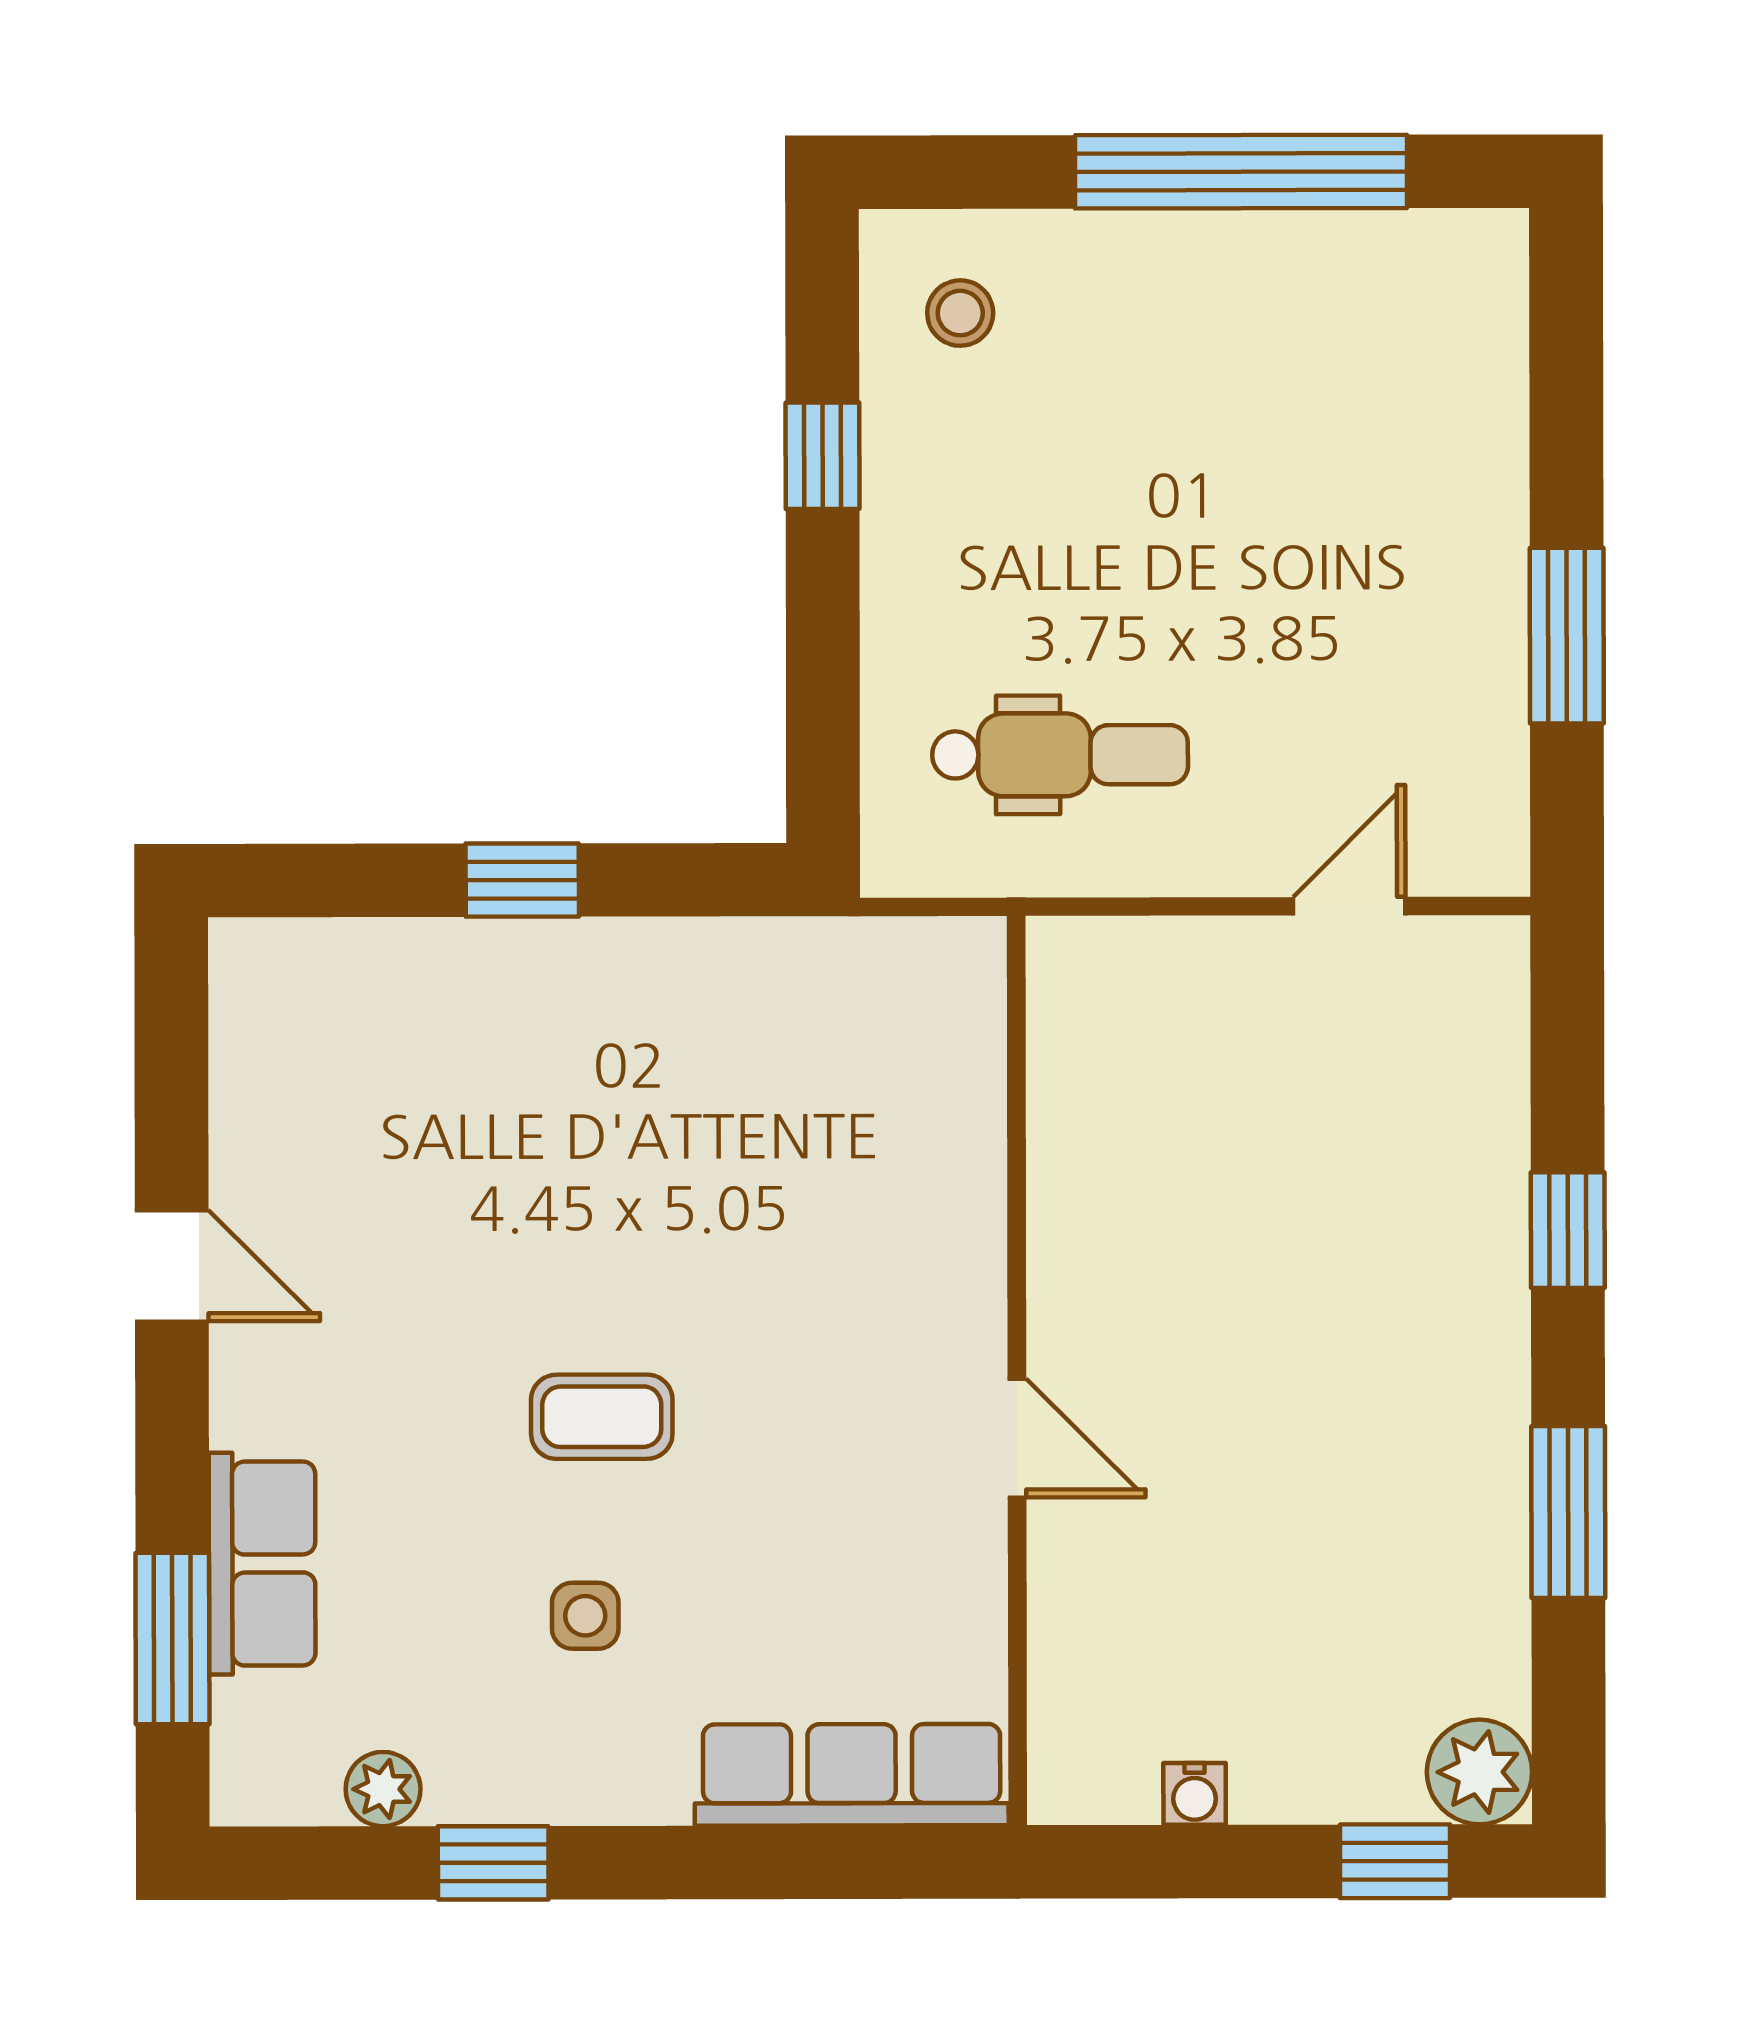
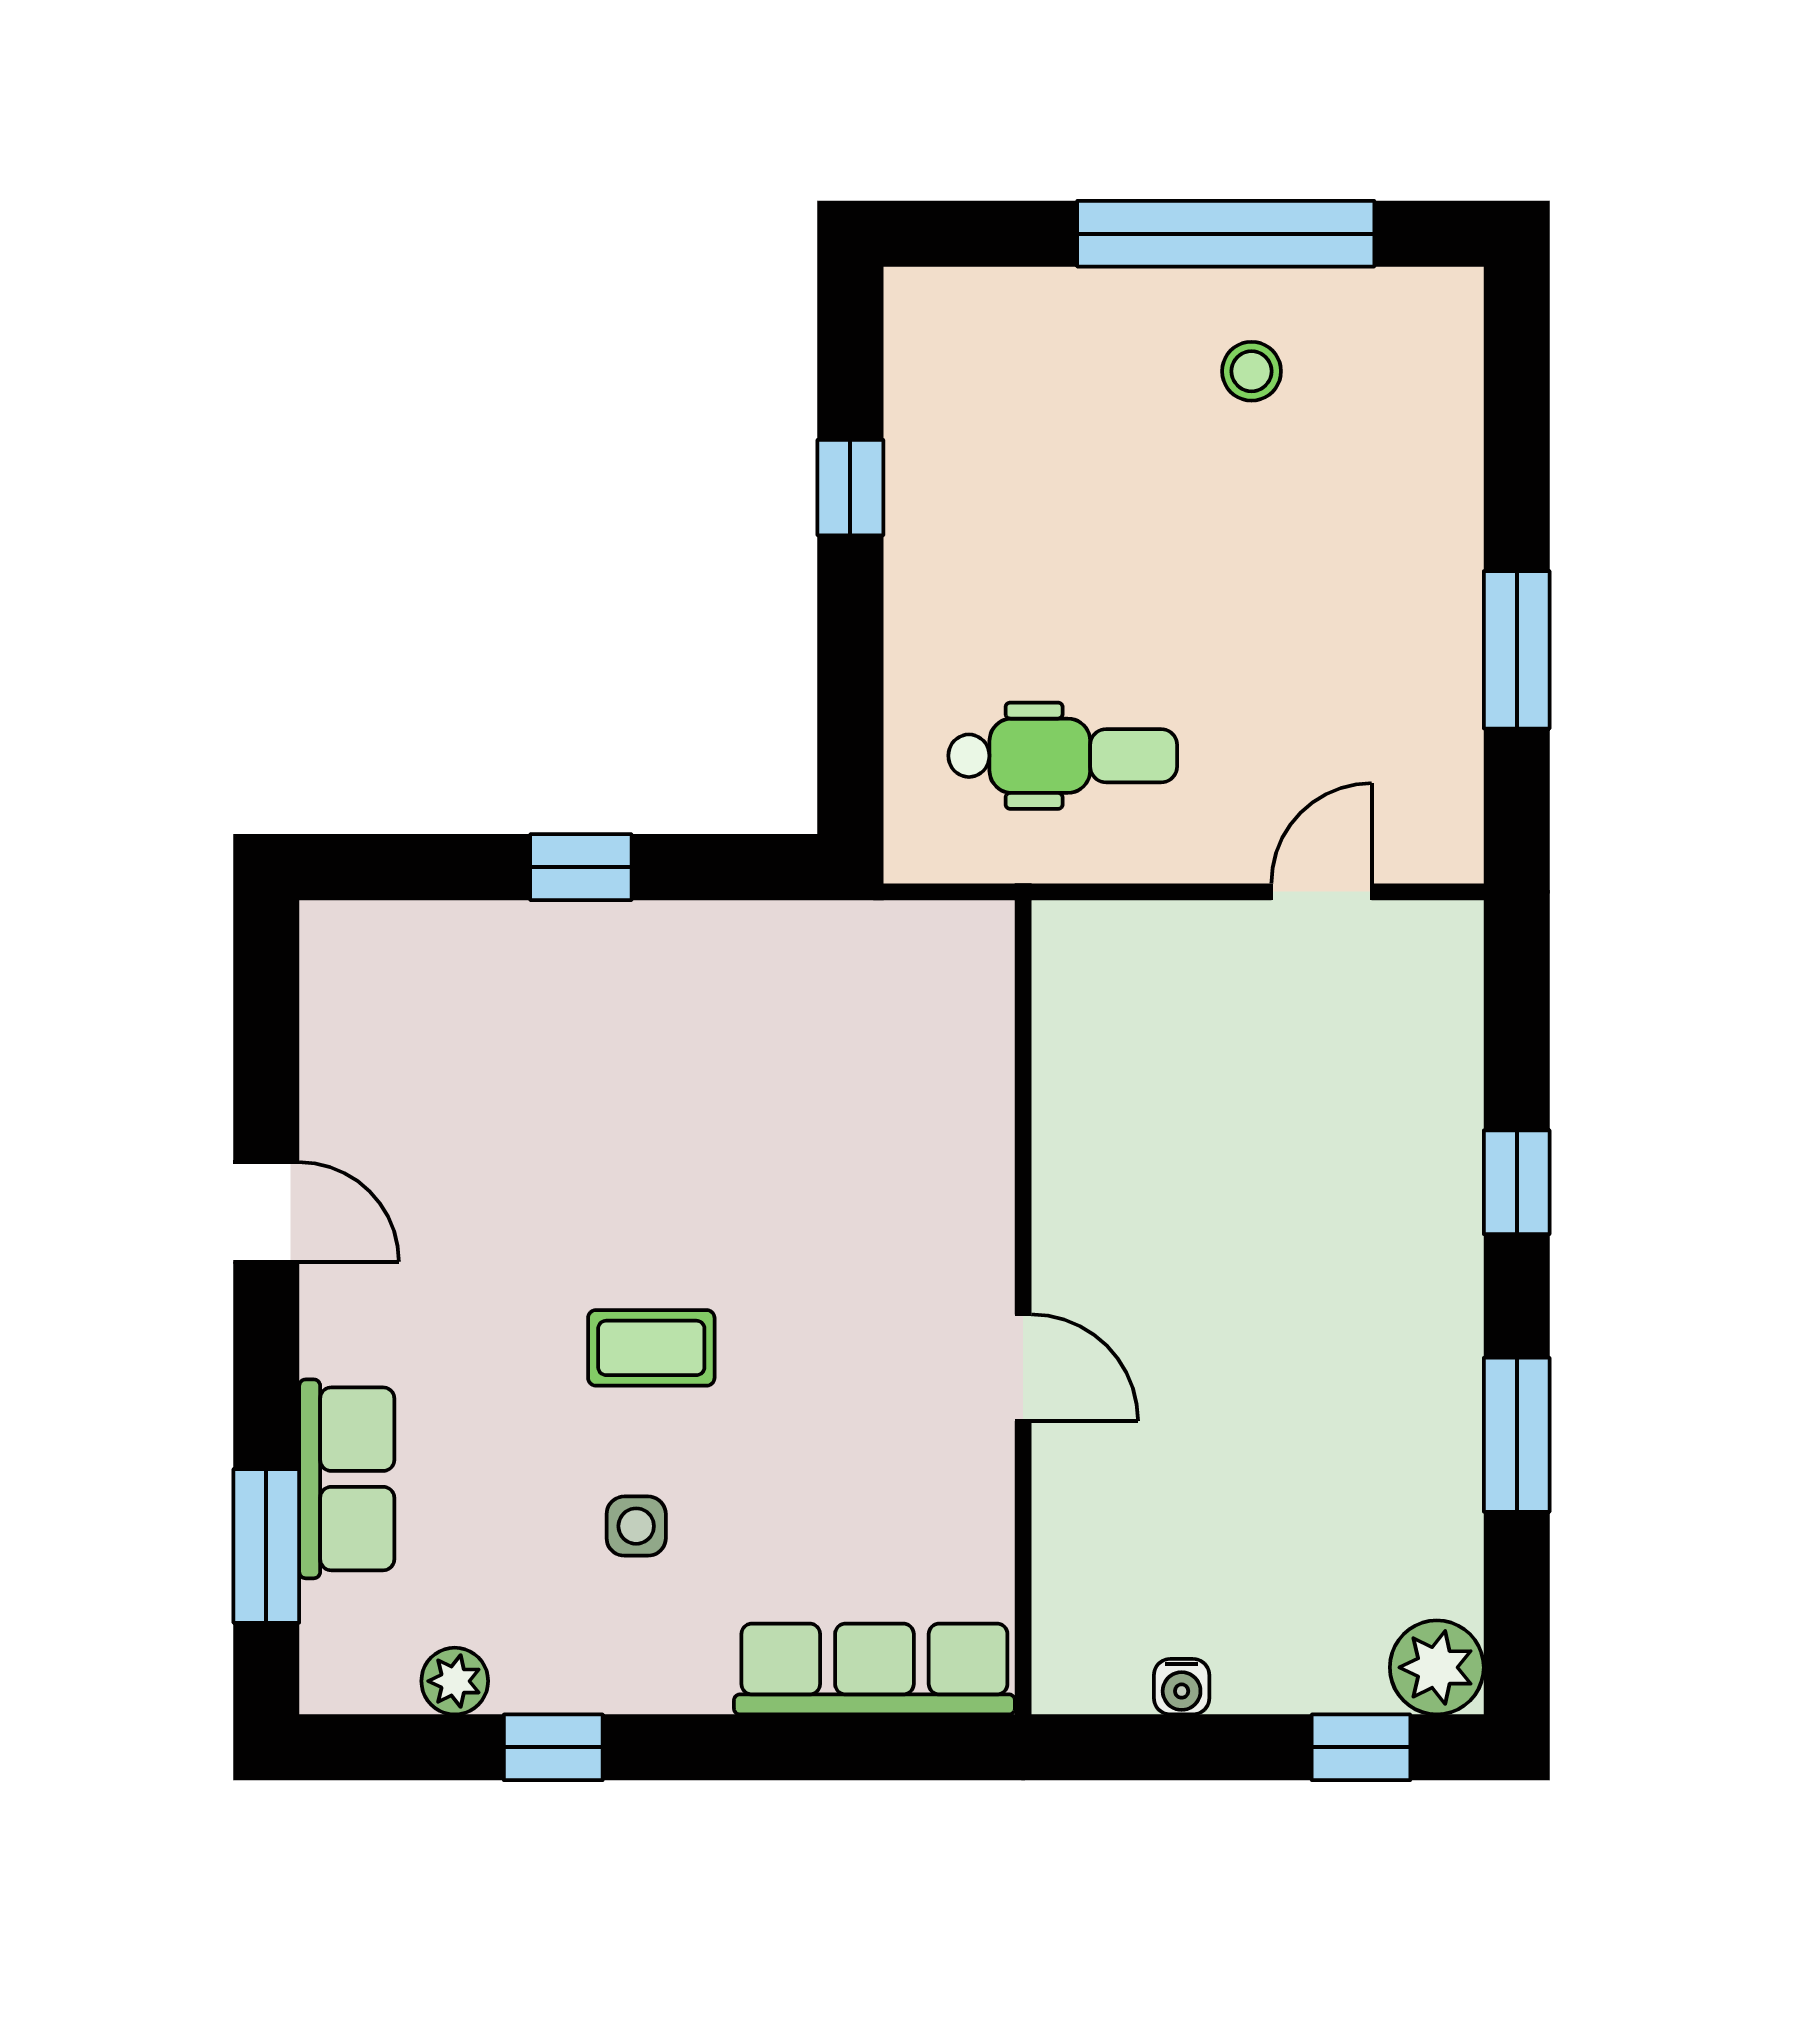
stool: (960, 313) -> (1252, 371), moved

